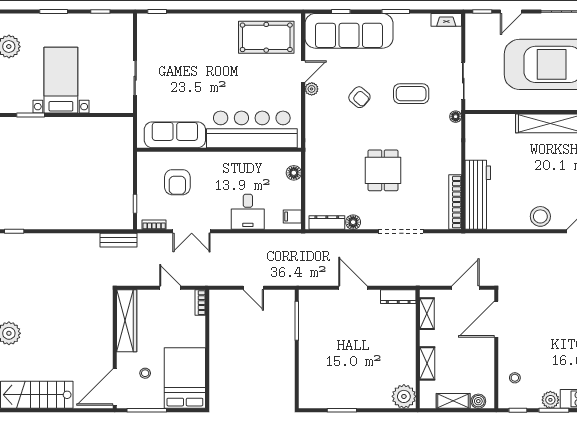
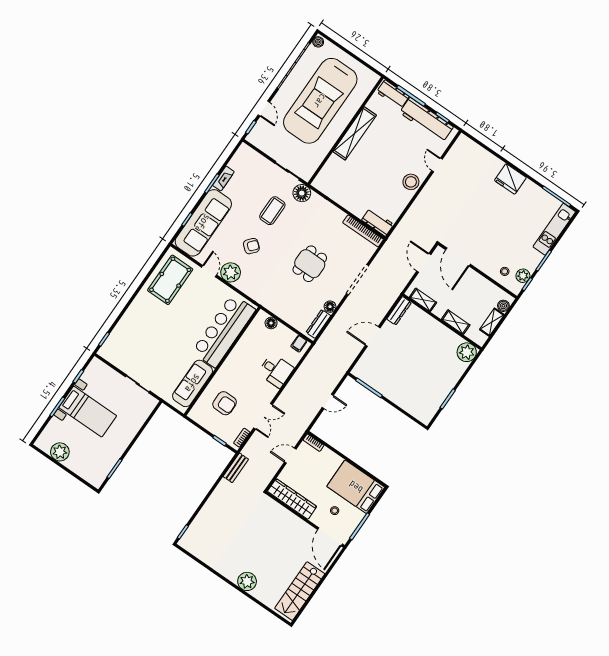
fireplace: (446, 20) -> (223, 179), moved
bed with nightstands: (61, 80) -> (88, 412), moved, turned 180
plant: (312, 89) -> (231, 272), width x1.88, depth x1.88
floor lamp: (456, 117) -> (302, 193), width x1.89, depth x1.89
dining table: (383, 170) -> (310, 264), turned 90
workbench: (478, 195) -> (378, 222), width x0.53, depth x0.76
plant: (550, 400) -> (523, 276), moved

